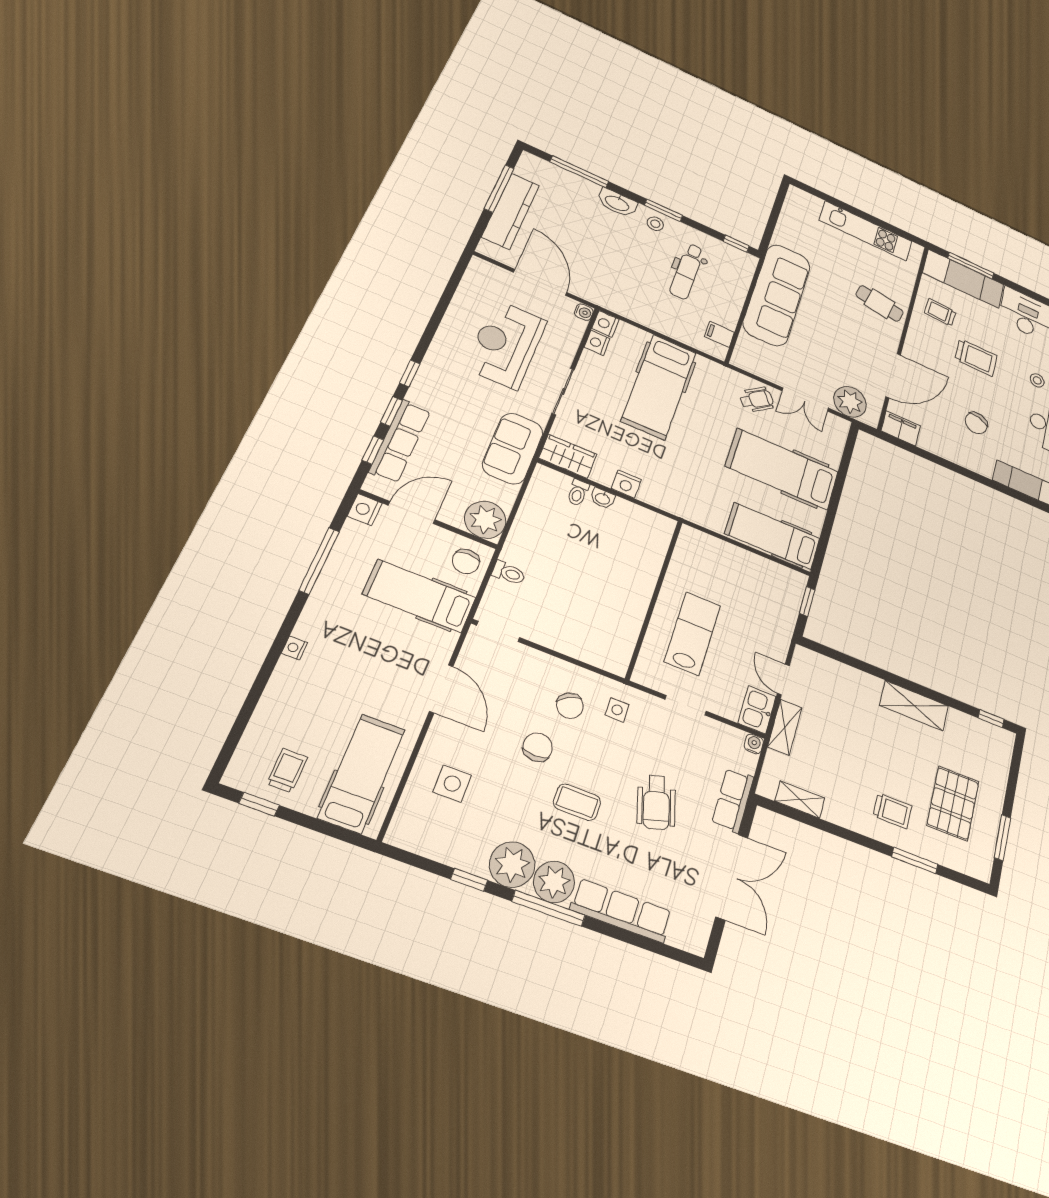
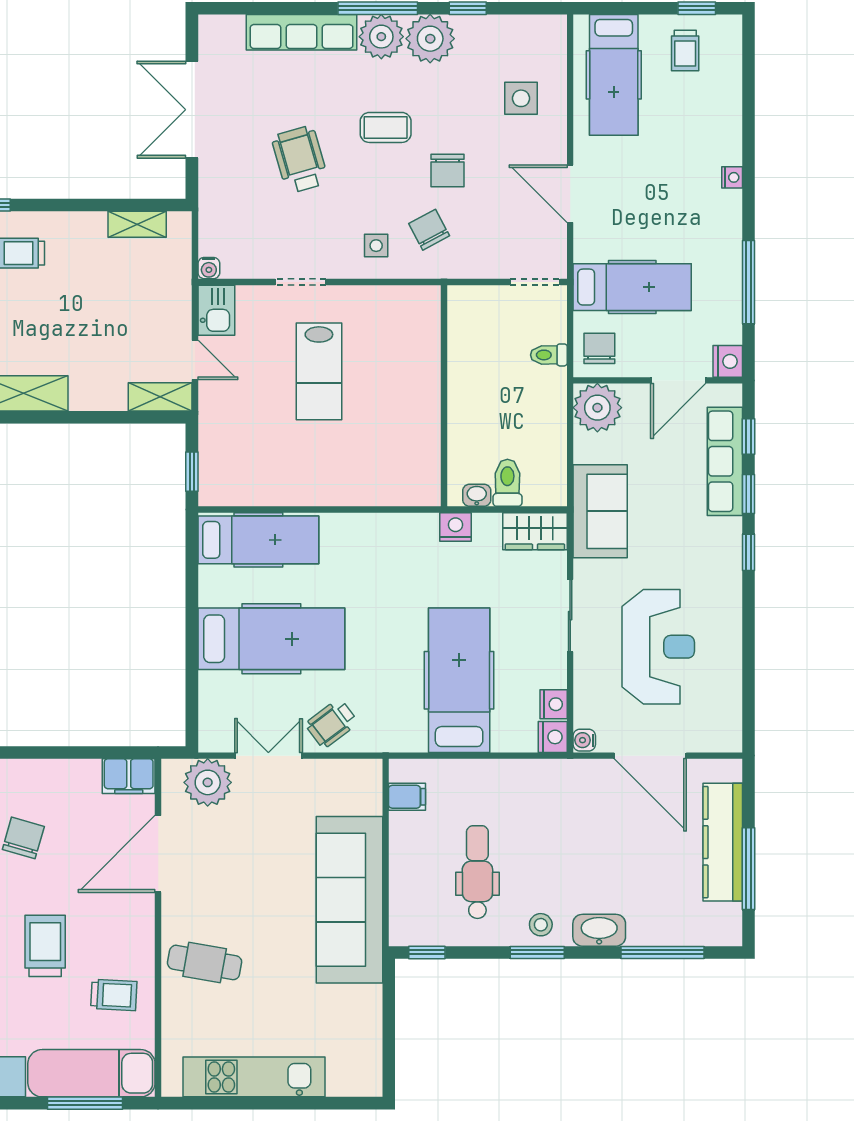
trolley: (976, 358) -> (45, 946), turned 90
toilet: (578, 493) -> (507, 483), width x1.37, depth x1.39
wall: (654, 598) -> (444, 396), moved
shelving: (785, 727) -> (160, 397), moved, turned 90
row of seats: (733, 800) -> (215, 194), removed

